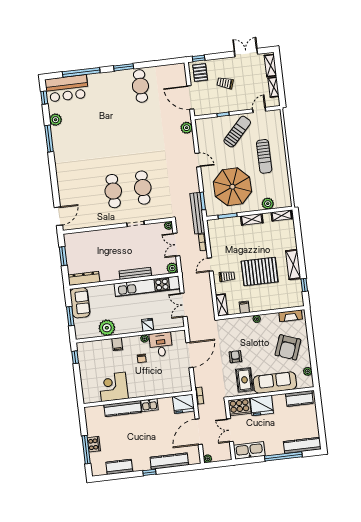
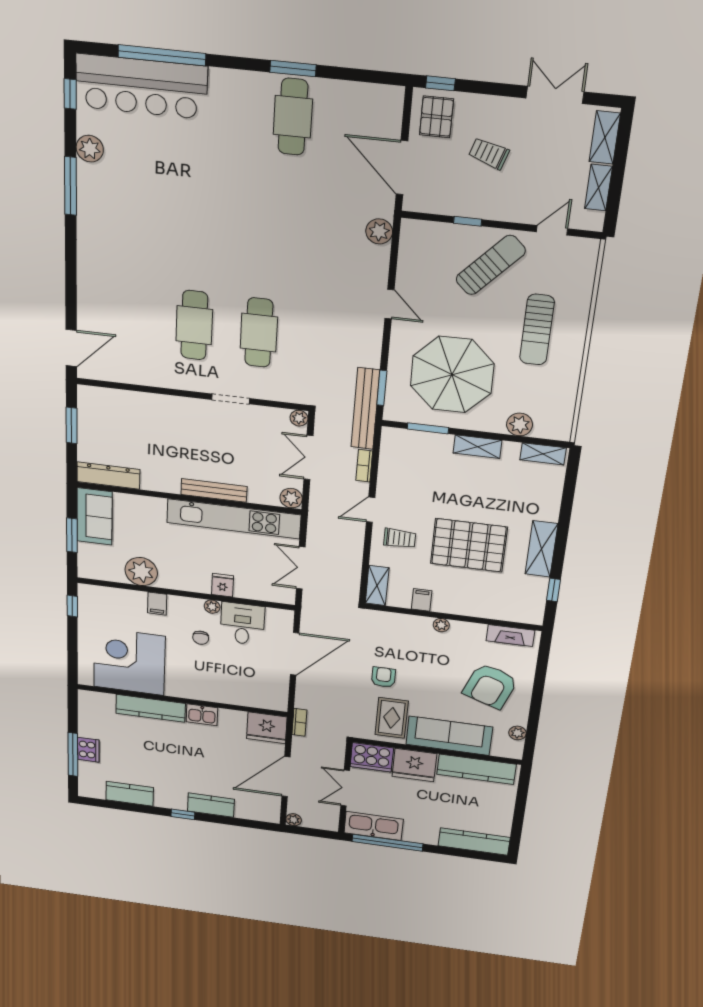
window: (124, 67) -> (293, 69), moved
bar counter: (67, 88) -> (141, 86), width x1.36
corner desk: (113, 387) -> (129, 661), width x1.36, depth x1.36
kitchen counter: (299, 398) -> (476, 769), width x1.50
window: (283, 456) -> (387, 843), moved
kitchen counter: (169, 461) -> (211, 805), width x0.67

